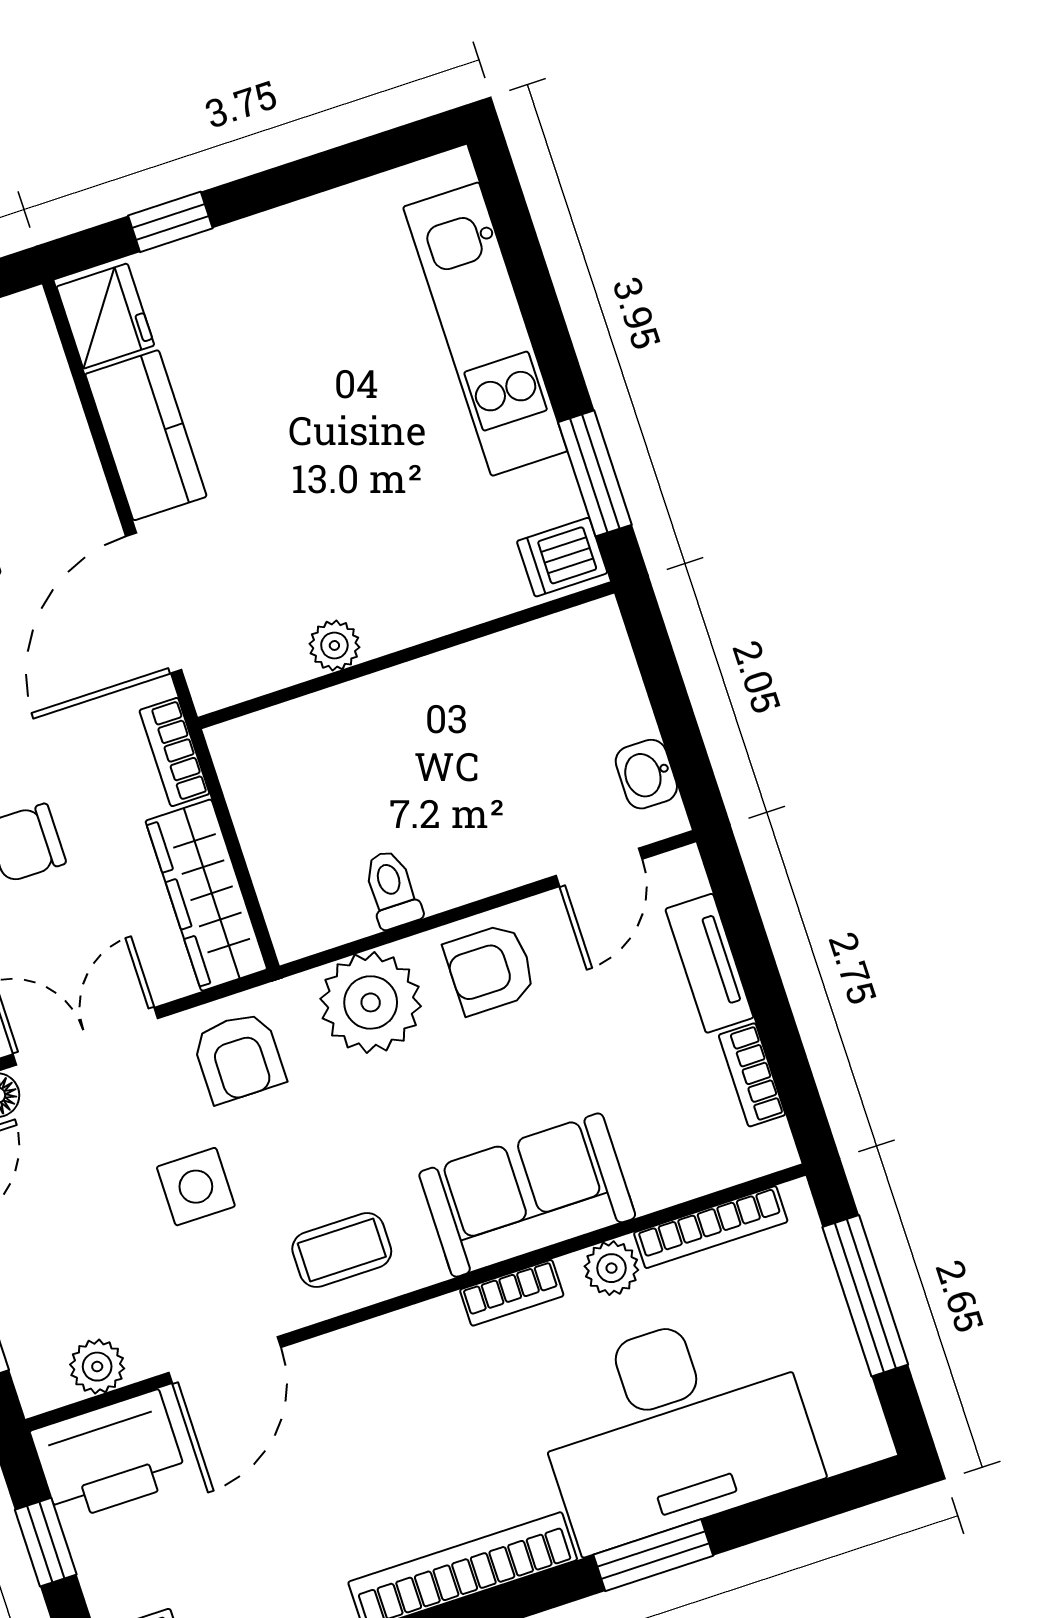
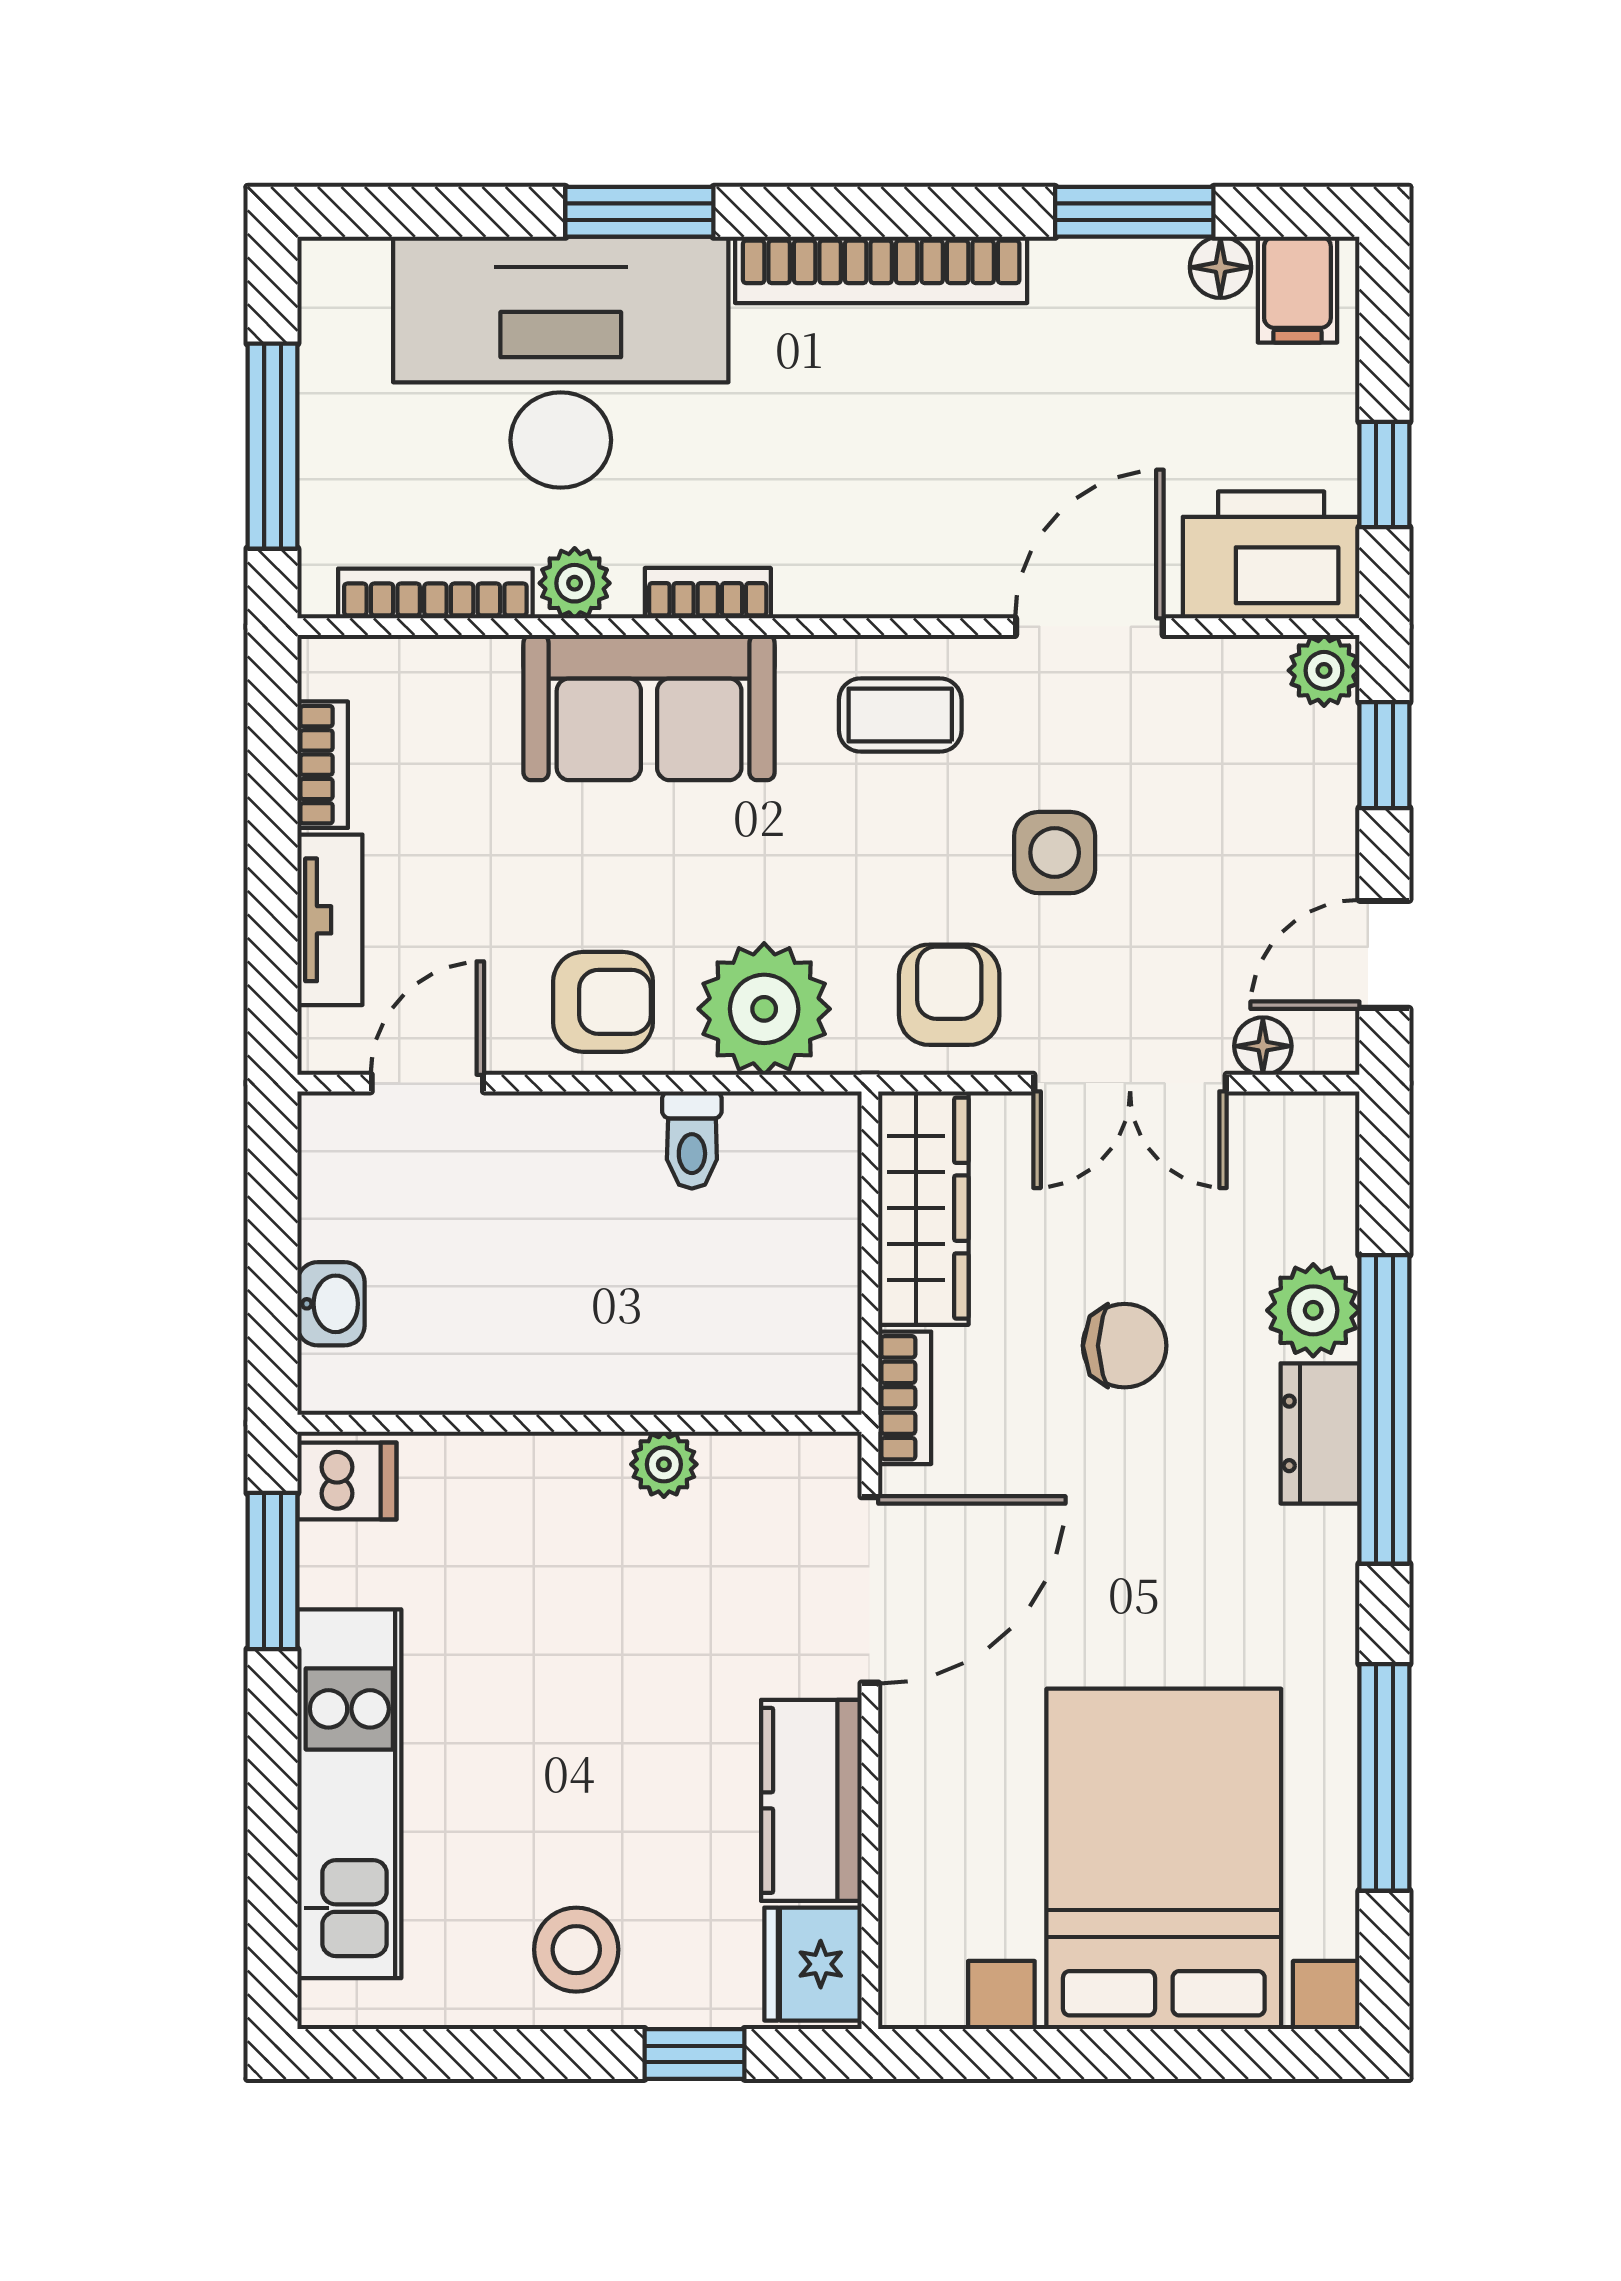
stool: (282, 270) -> (576, 1950), added
washbasin: (646, 774) -> (331, 1304), moved
plant: (97, 1367) -> (1324, 670), moved

